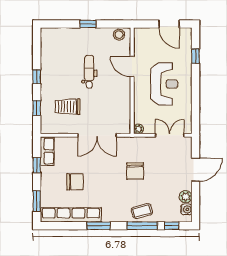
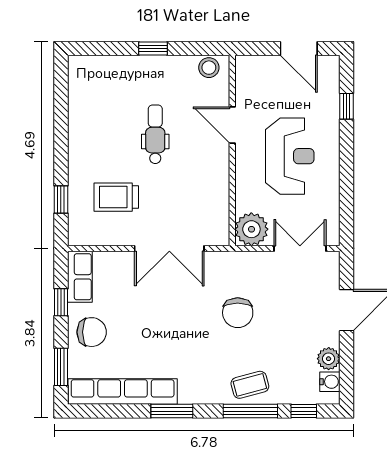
window: (37, 77) -> (61, 144), removed
plant: (138, 129) -> (251, 229), width x1.88, depth x1.88
chair: (75, 182) -> (92, 332), moved

